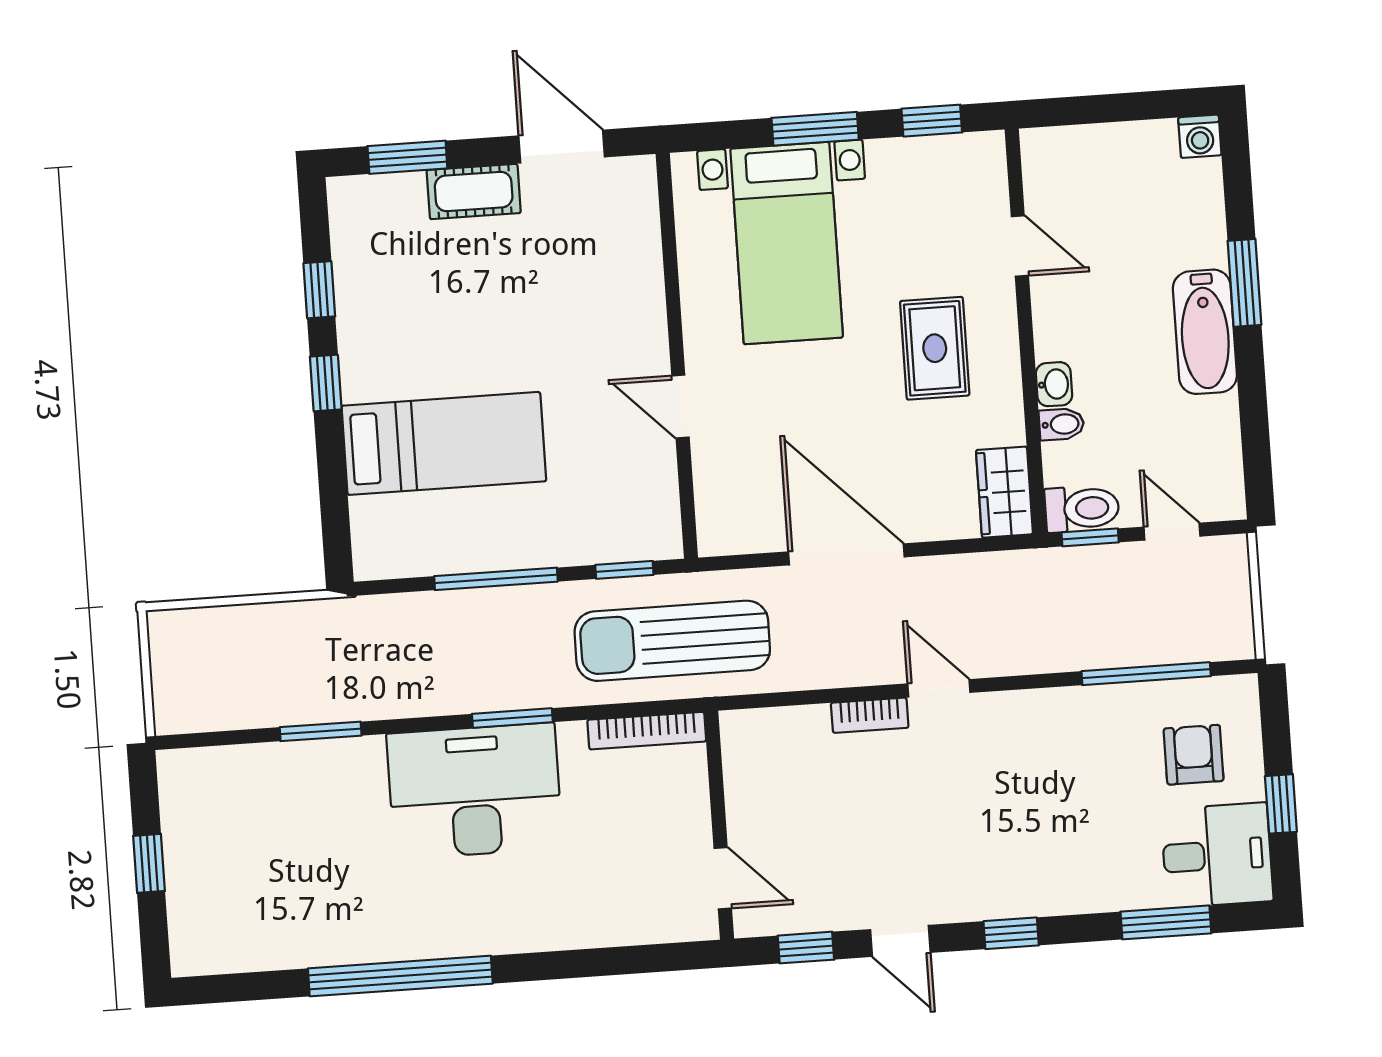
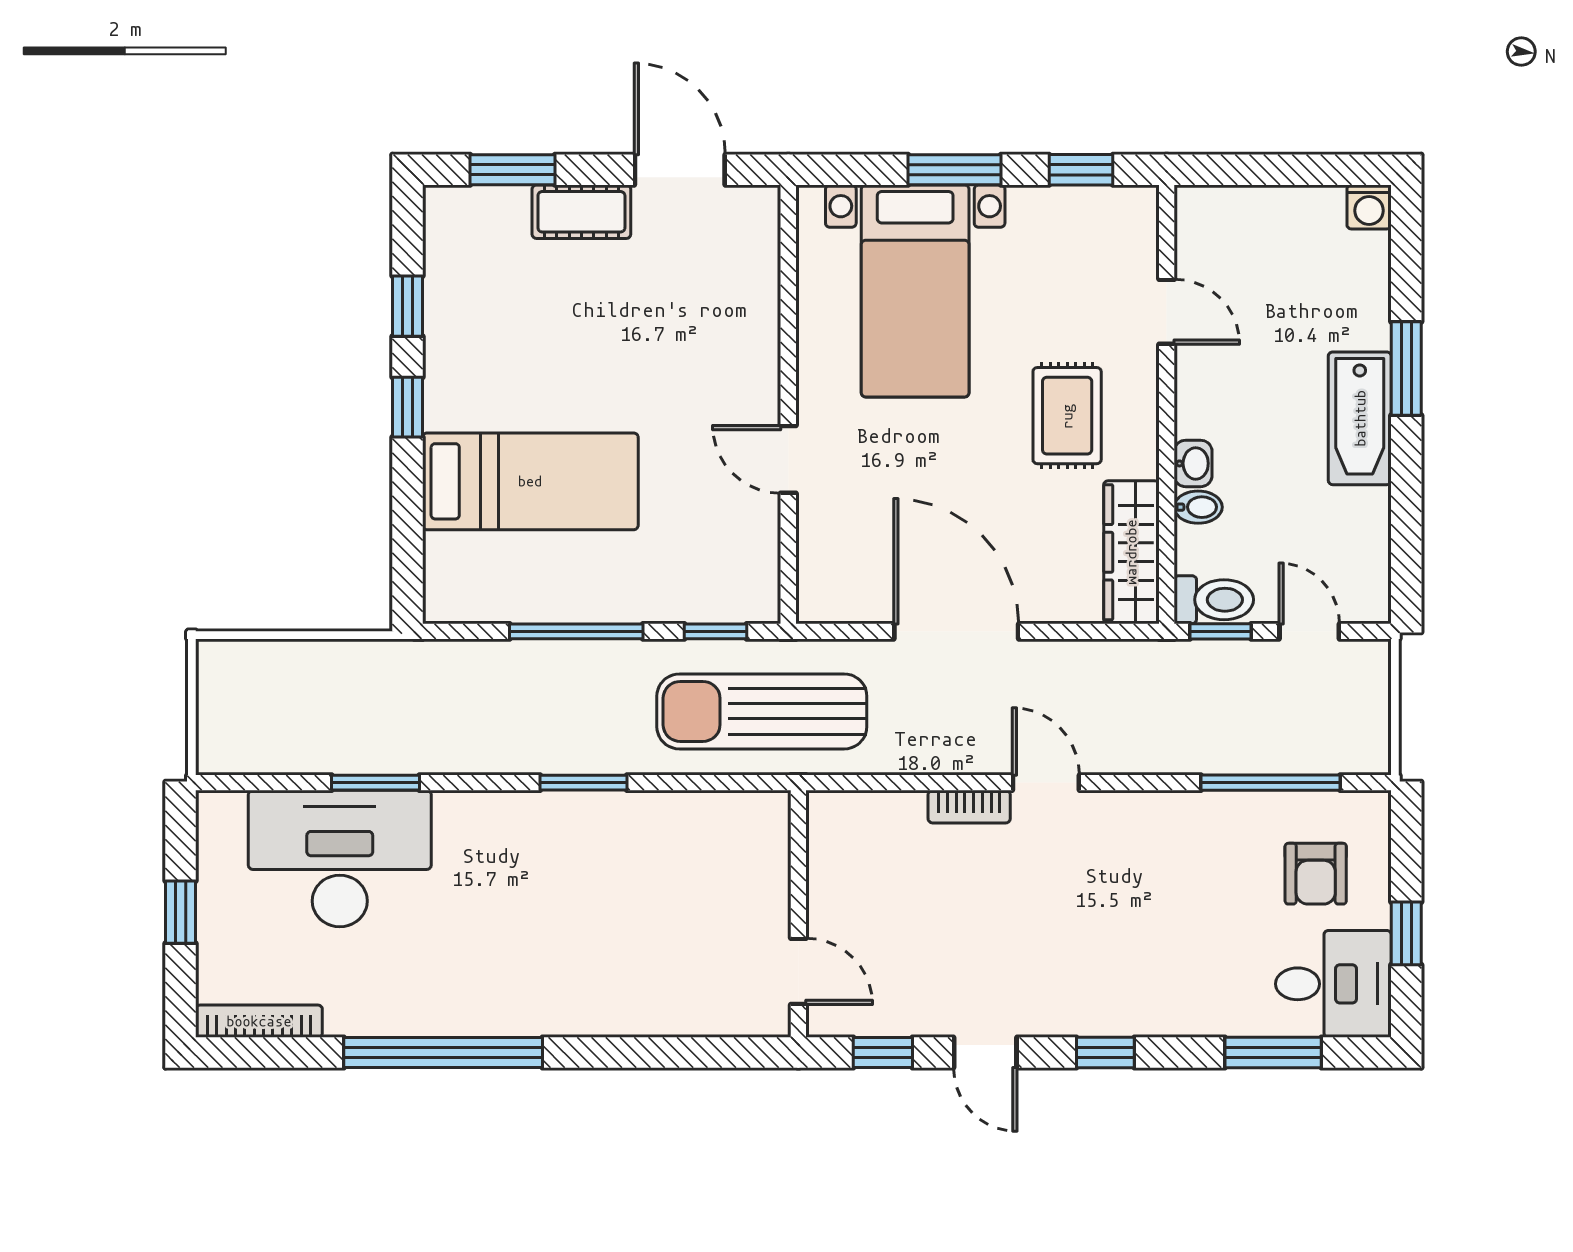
wardrobe: (1004, 492) -> (1131, 552), width x1.50
bookcase: (647, 731) -> (259, 1021), moved, turned 180
armchair: (1194, 755) -> (1316, 874), turned 180
desk: (475, 791) -> (340, 859), moved

